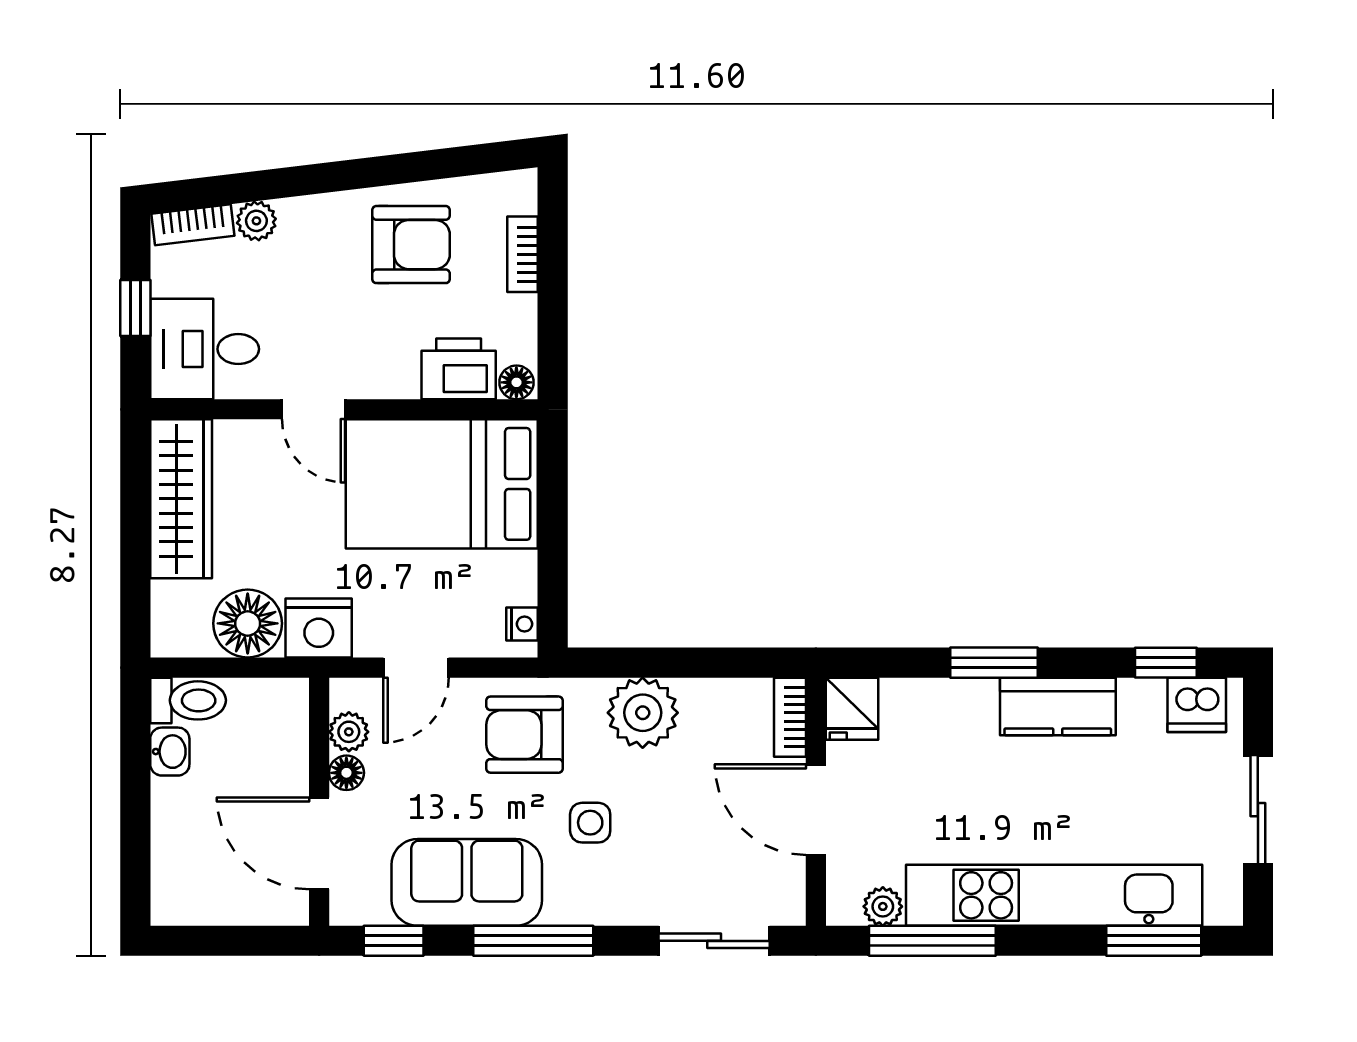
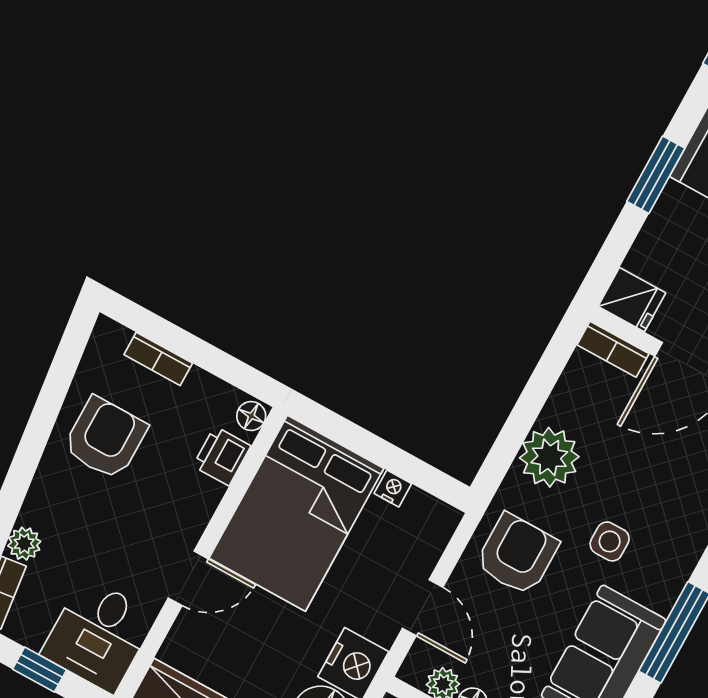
printer: (459, 369) -> (222, 456), width x0.73, depth x0.81
nightstand: (522, 624) -> (393, 488), moved
armchair: (525, 735) -> (517, 554), turned 180

